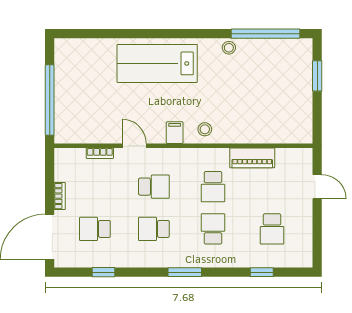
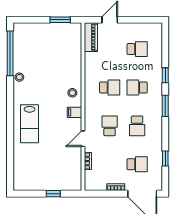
lab bench: (157, 63) -> (30, 124), width x0.73, depth x0.72
window: (317, 76) -> (60, 20), moved
window: (50, 100) -> (53, 194), width x0.32
piano: (252, 158) -> (91, 37), moved
school desk: (95, 229) -> (137, 164), turned -90
window: (262, 272) -> (165, 75), moved

